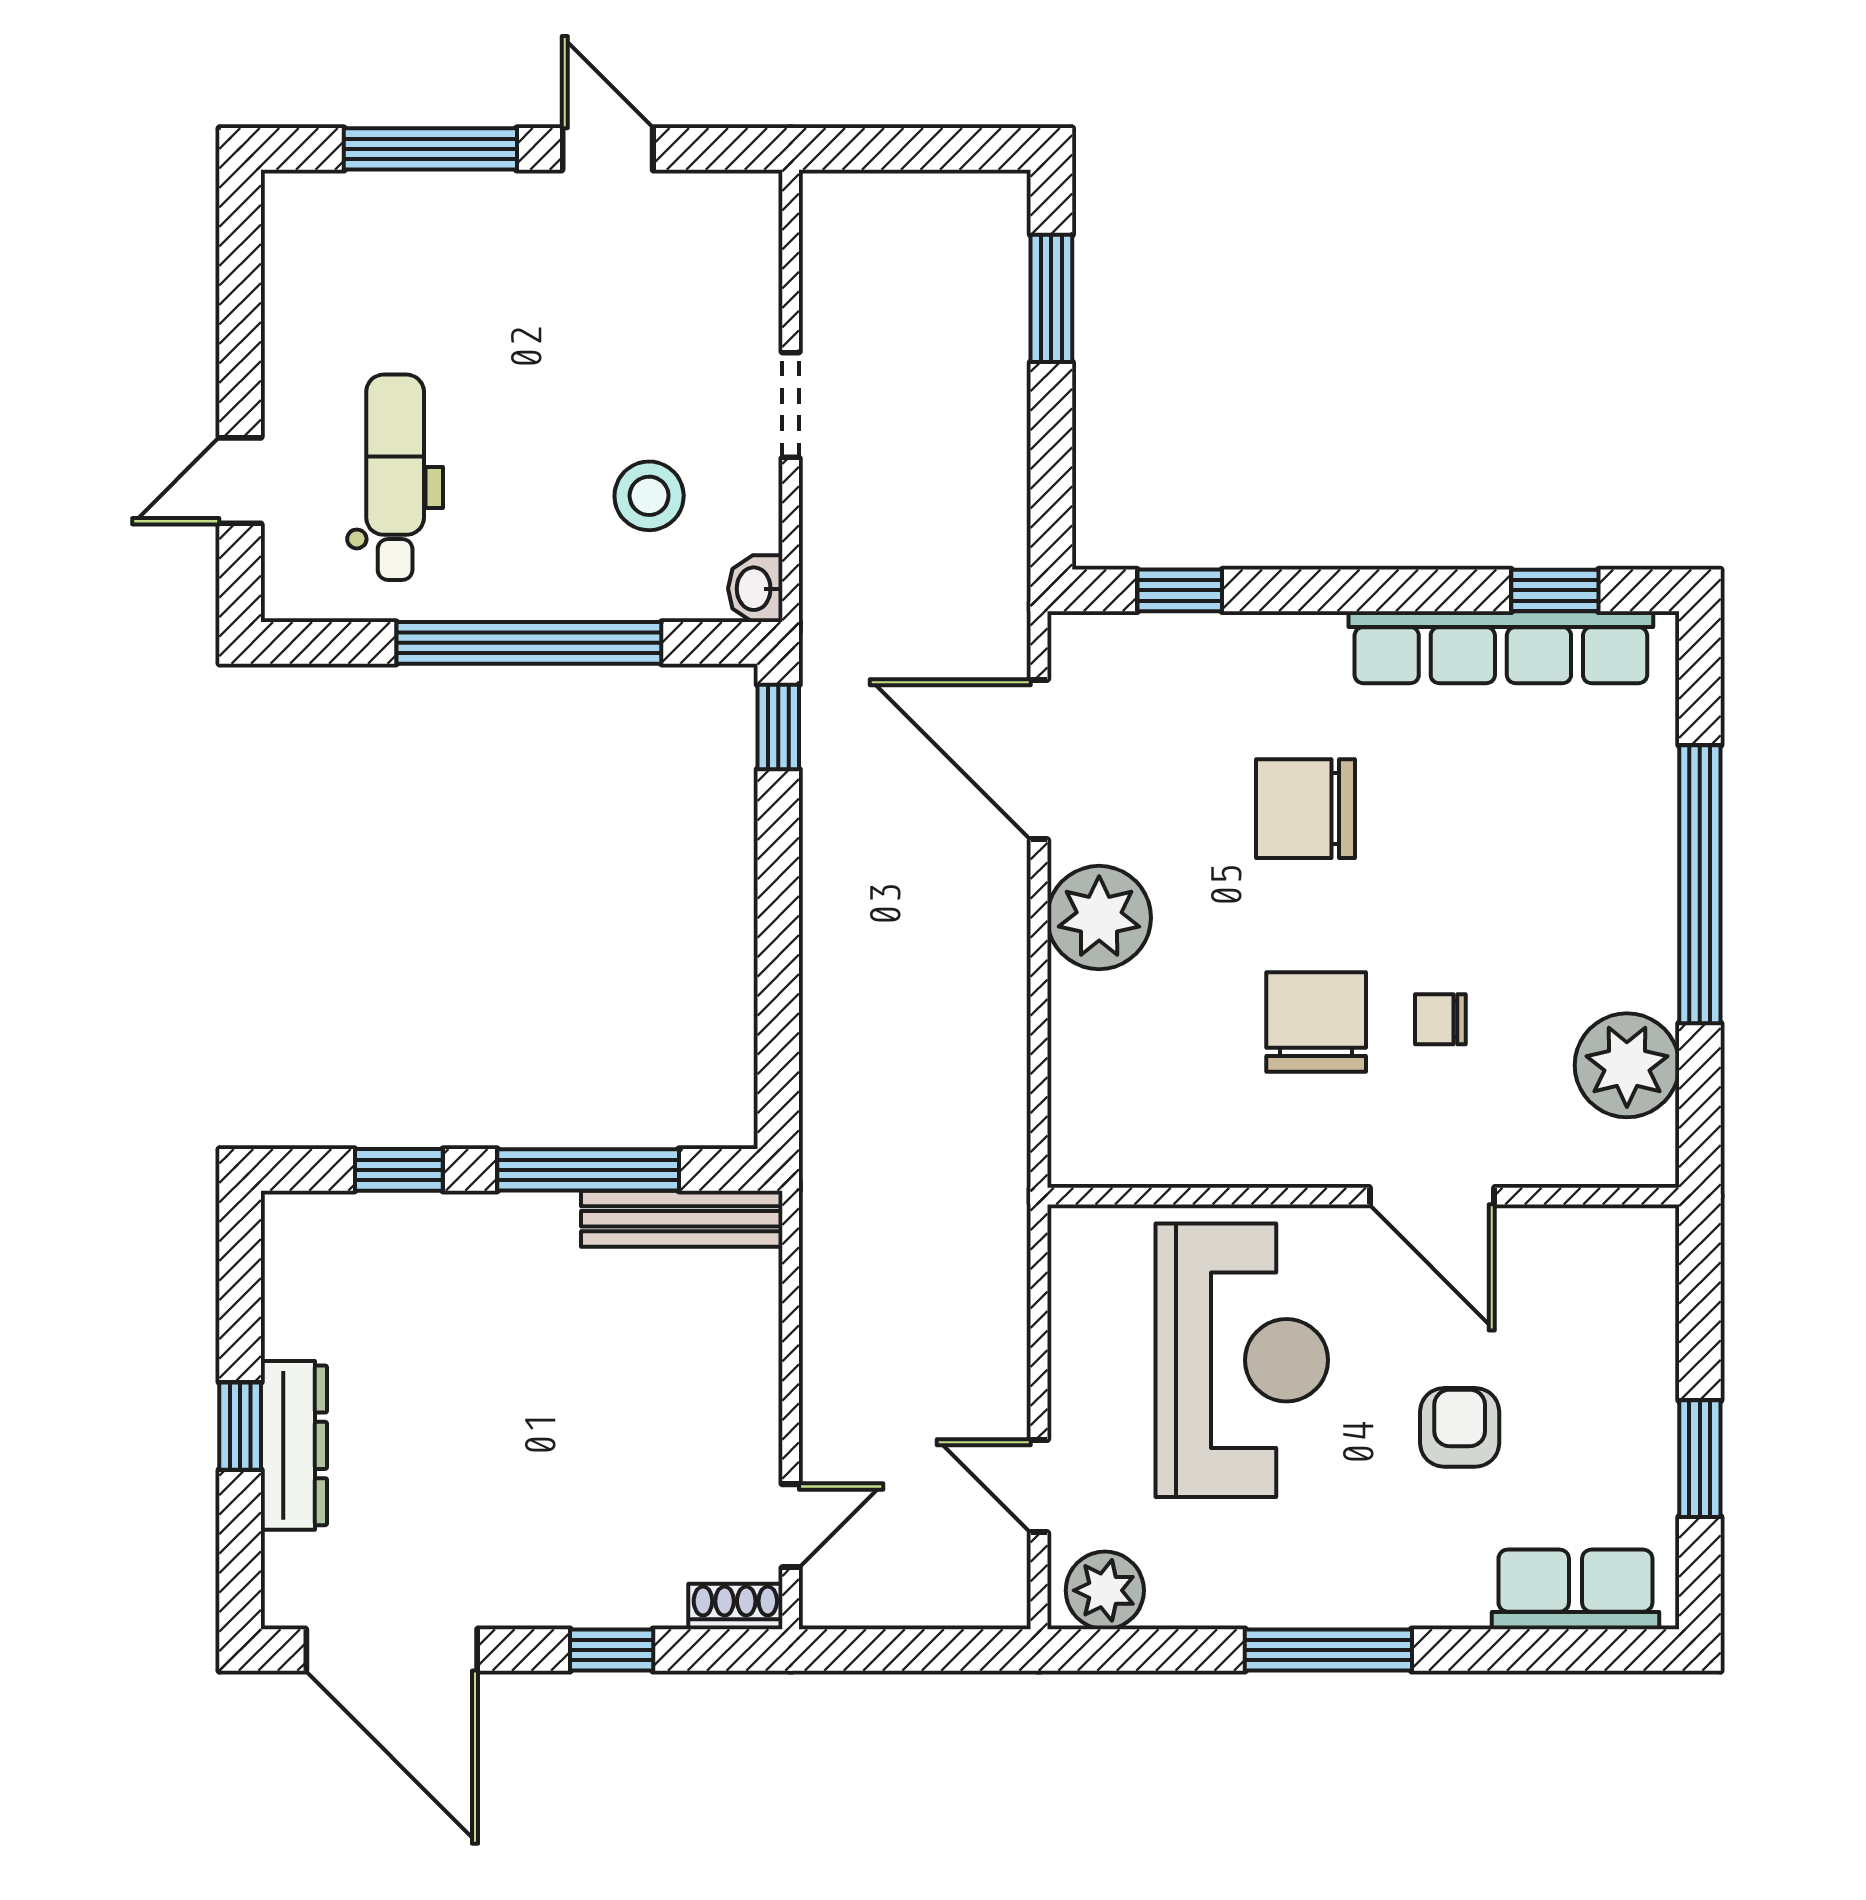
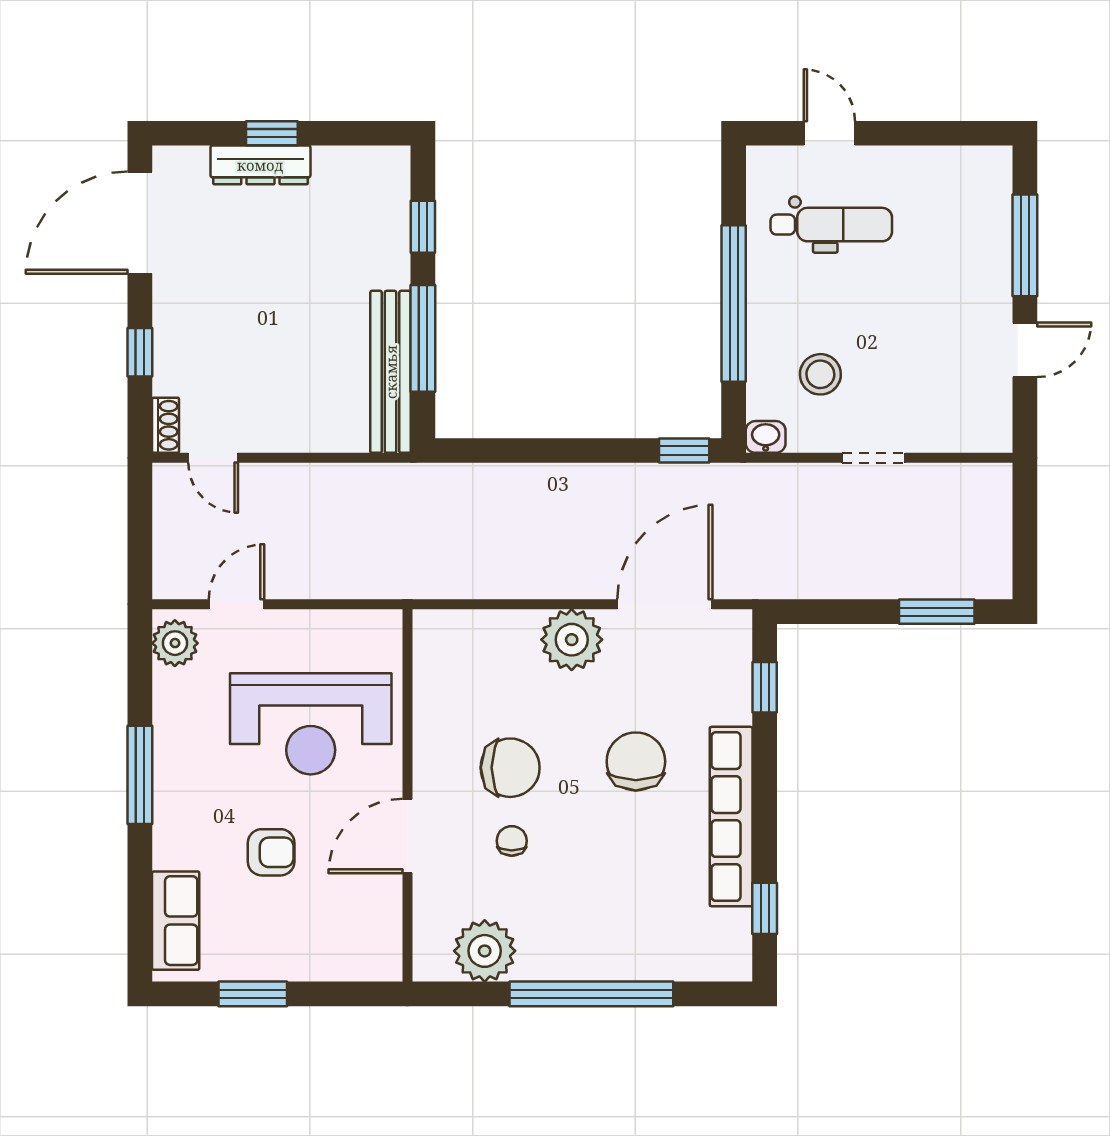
row of seats: (1501, 647) -> (731, 817), moved
bench: (682, 1219) -> (391, 372), width x1.37, depth x1.21

